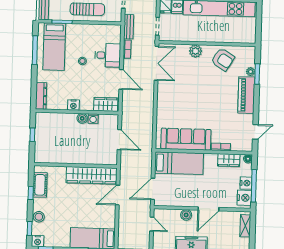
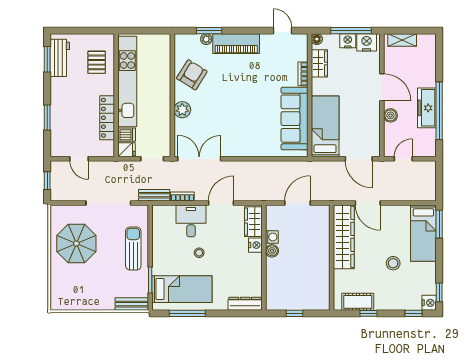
nightstand: (73, 105) -> (255, 245), moved
stool: (39, 217) -> (393, 263), moved

